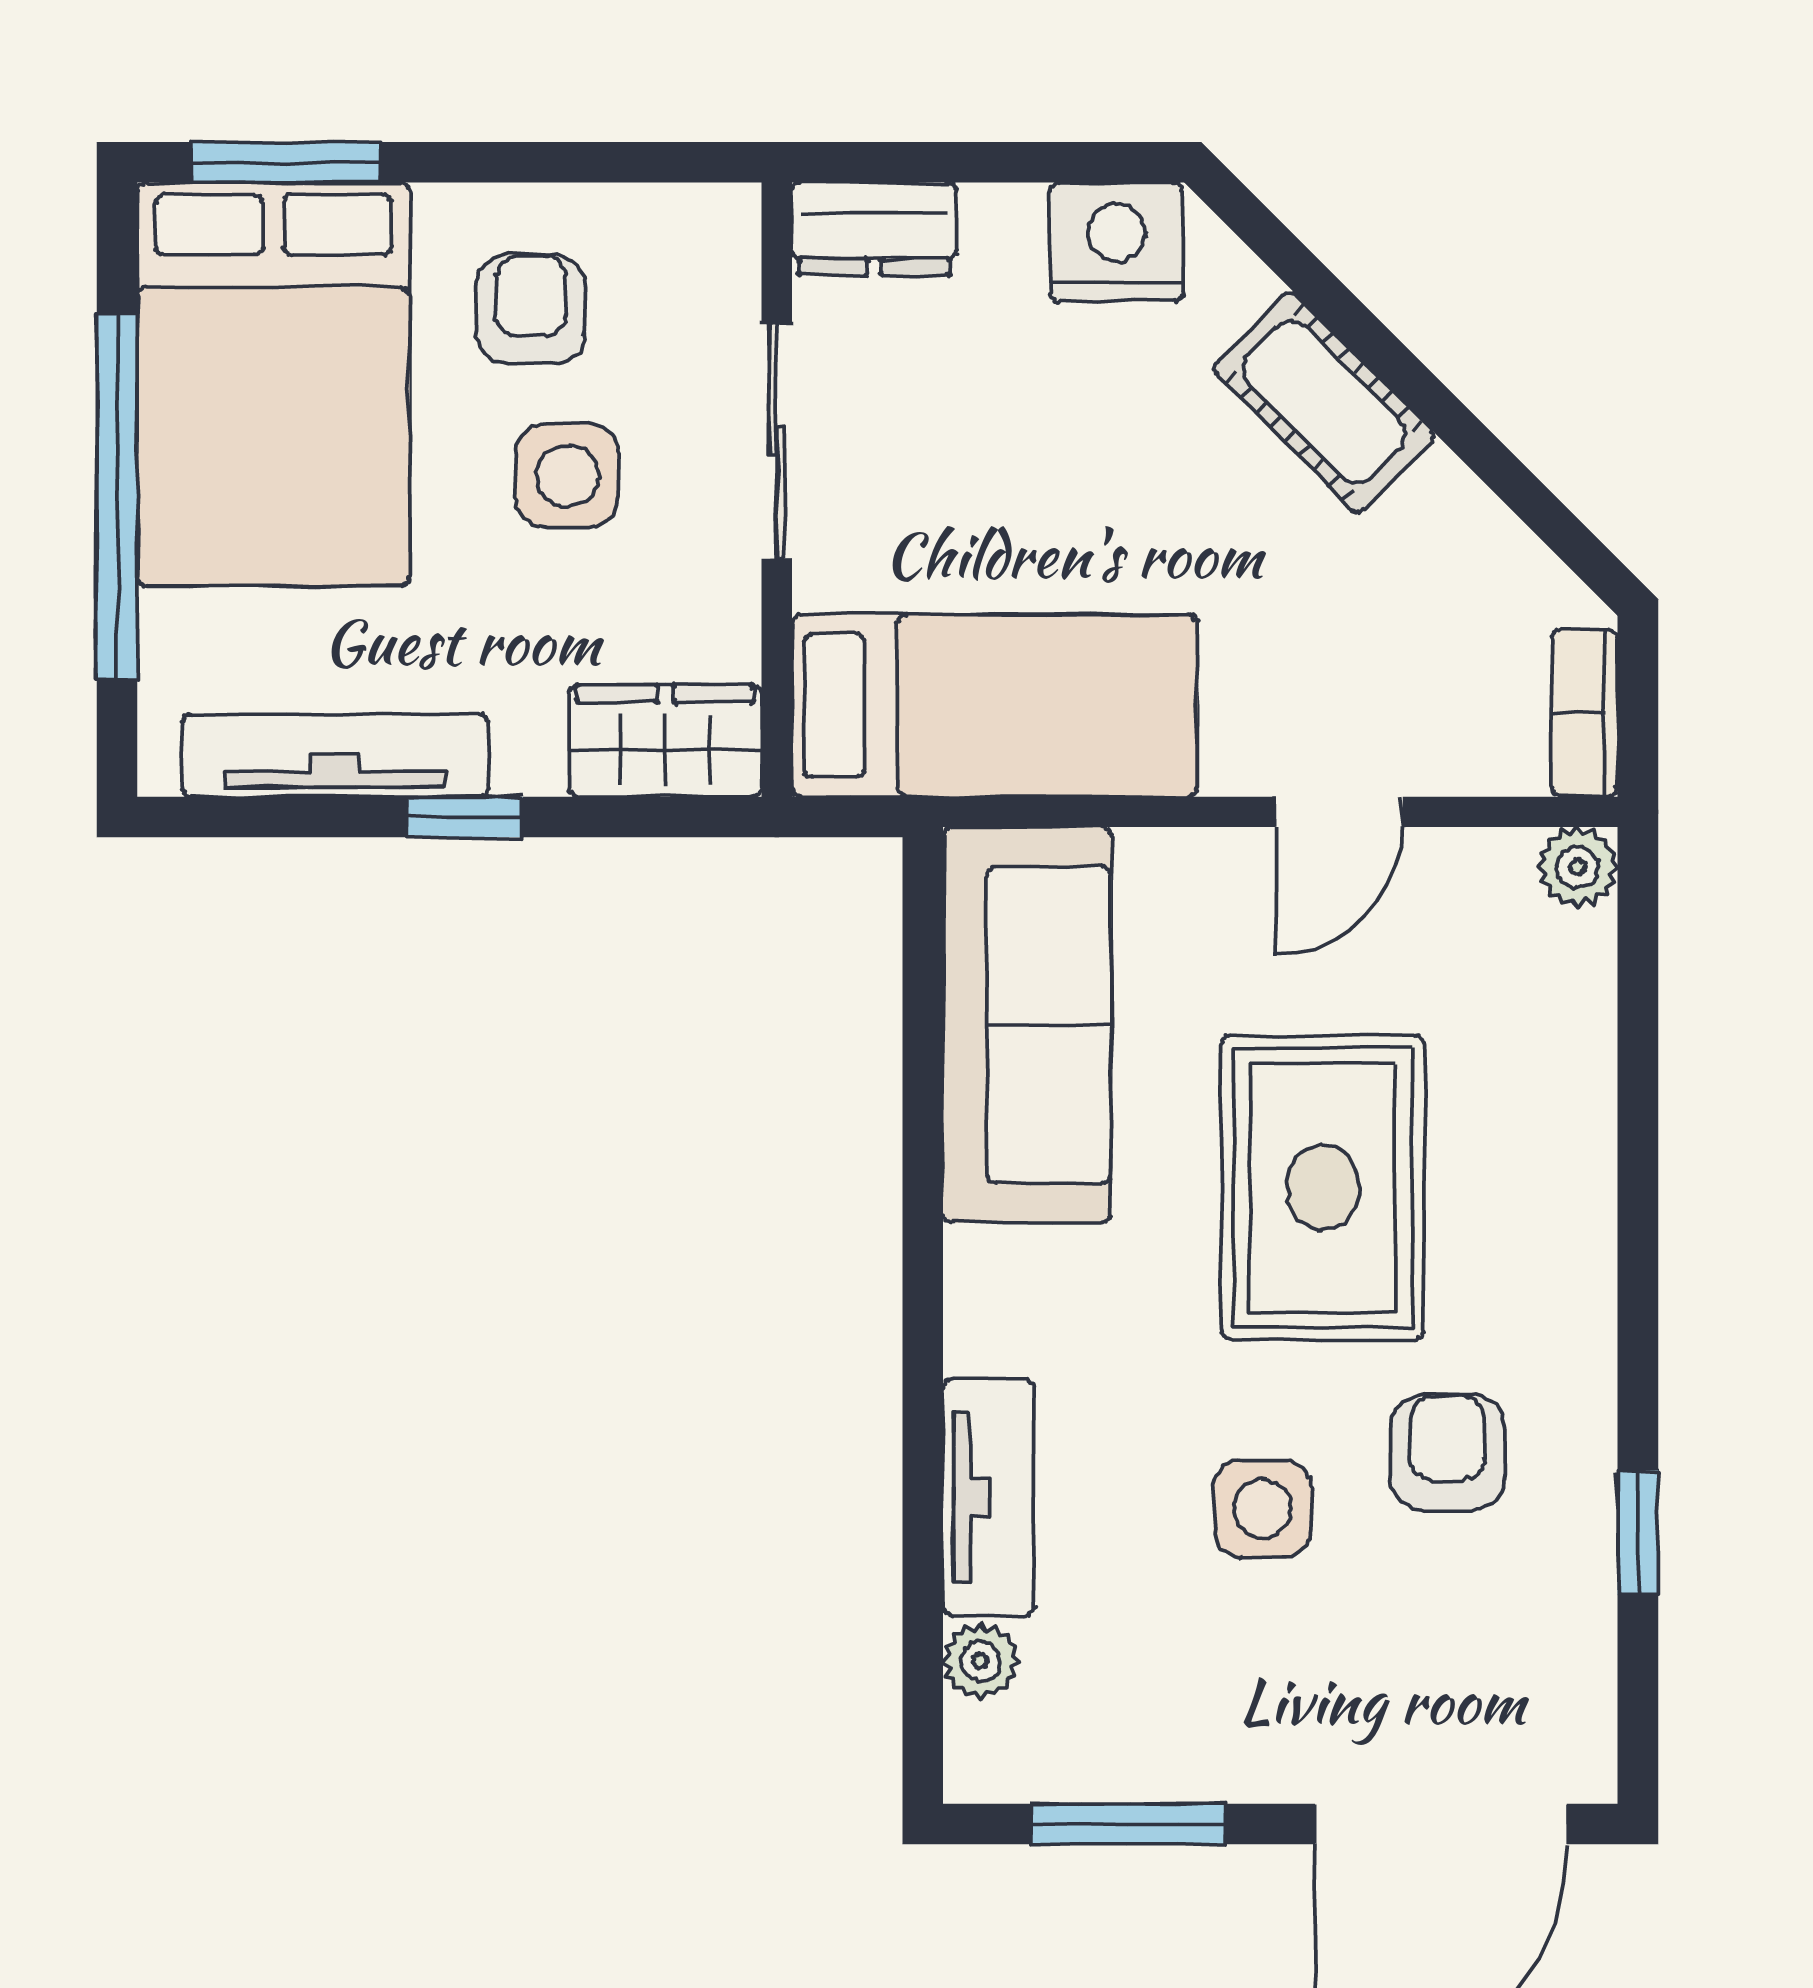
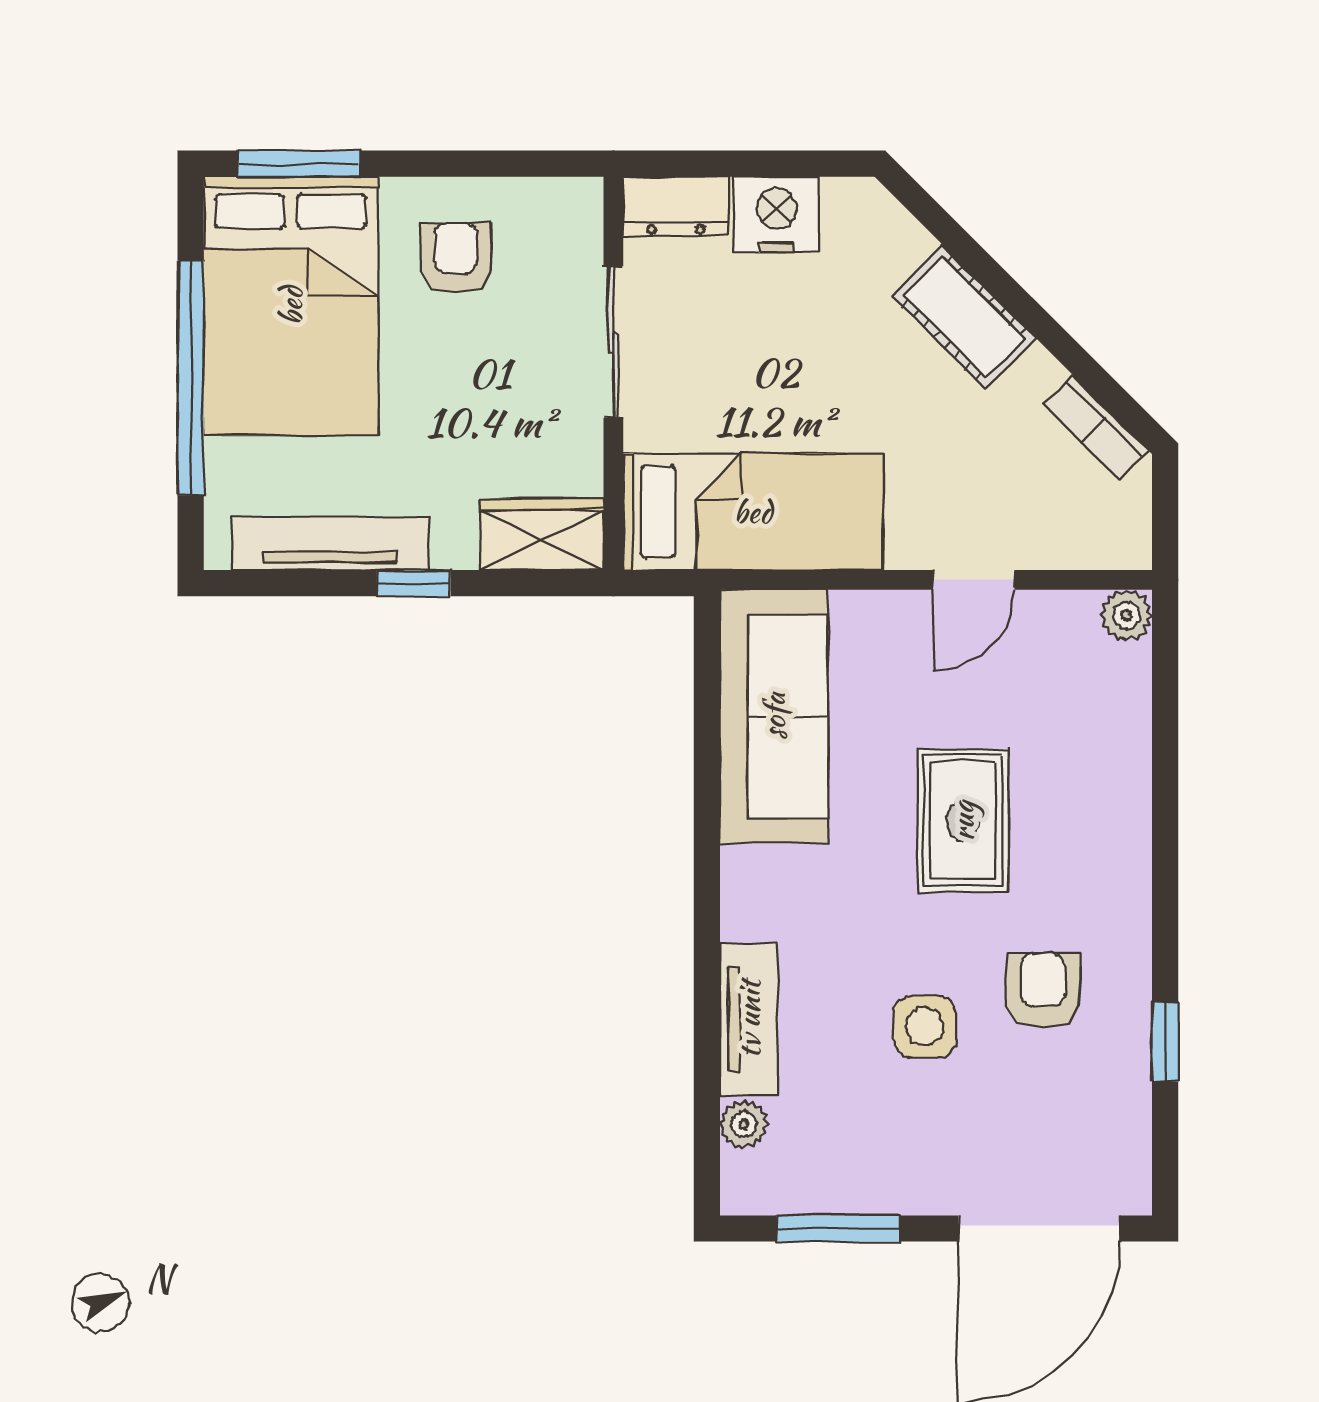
nightstand: (1116, 242) -> (776, 215), moved
side table: (567, 476) -> (479, 365), removed
bookcase: (1585, 713) -> (1096, 428), moved, turned -45
rug: (1323, 1188) -> (963, 821), width x0.73, depth x0.70

